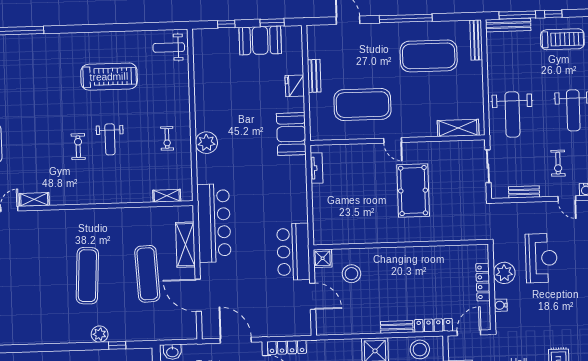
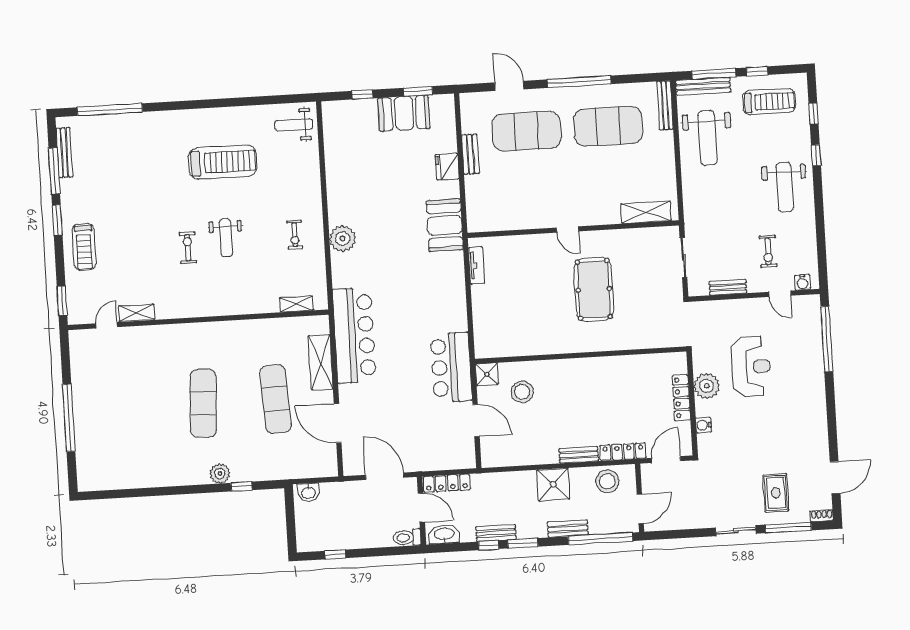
exercise mat: (362, 105) -> (526, 131), moved
weight bench: (512, 114) -> (707, 138), moved

